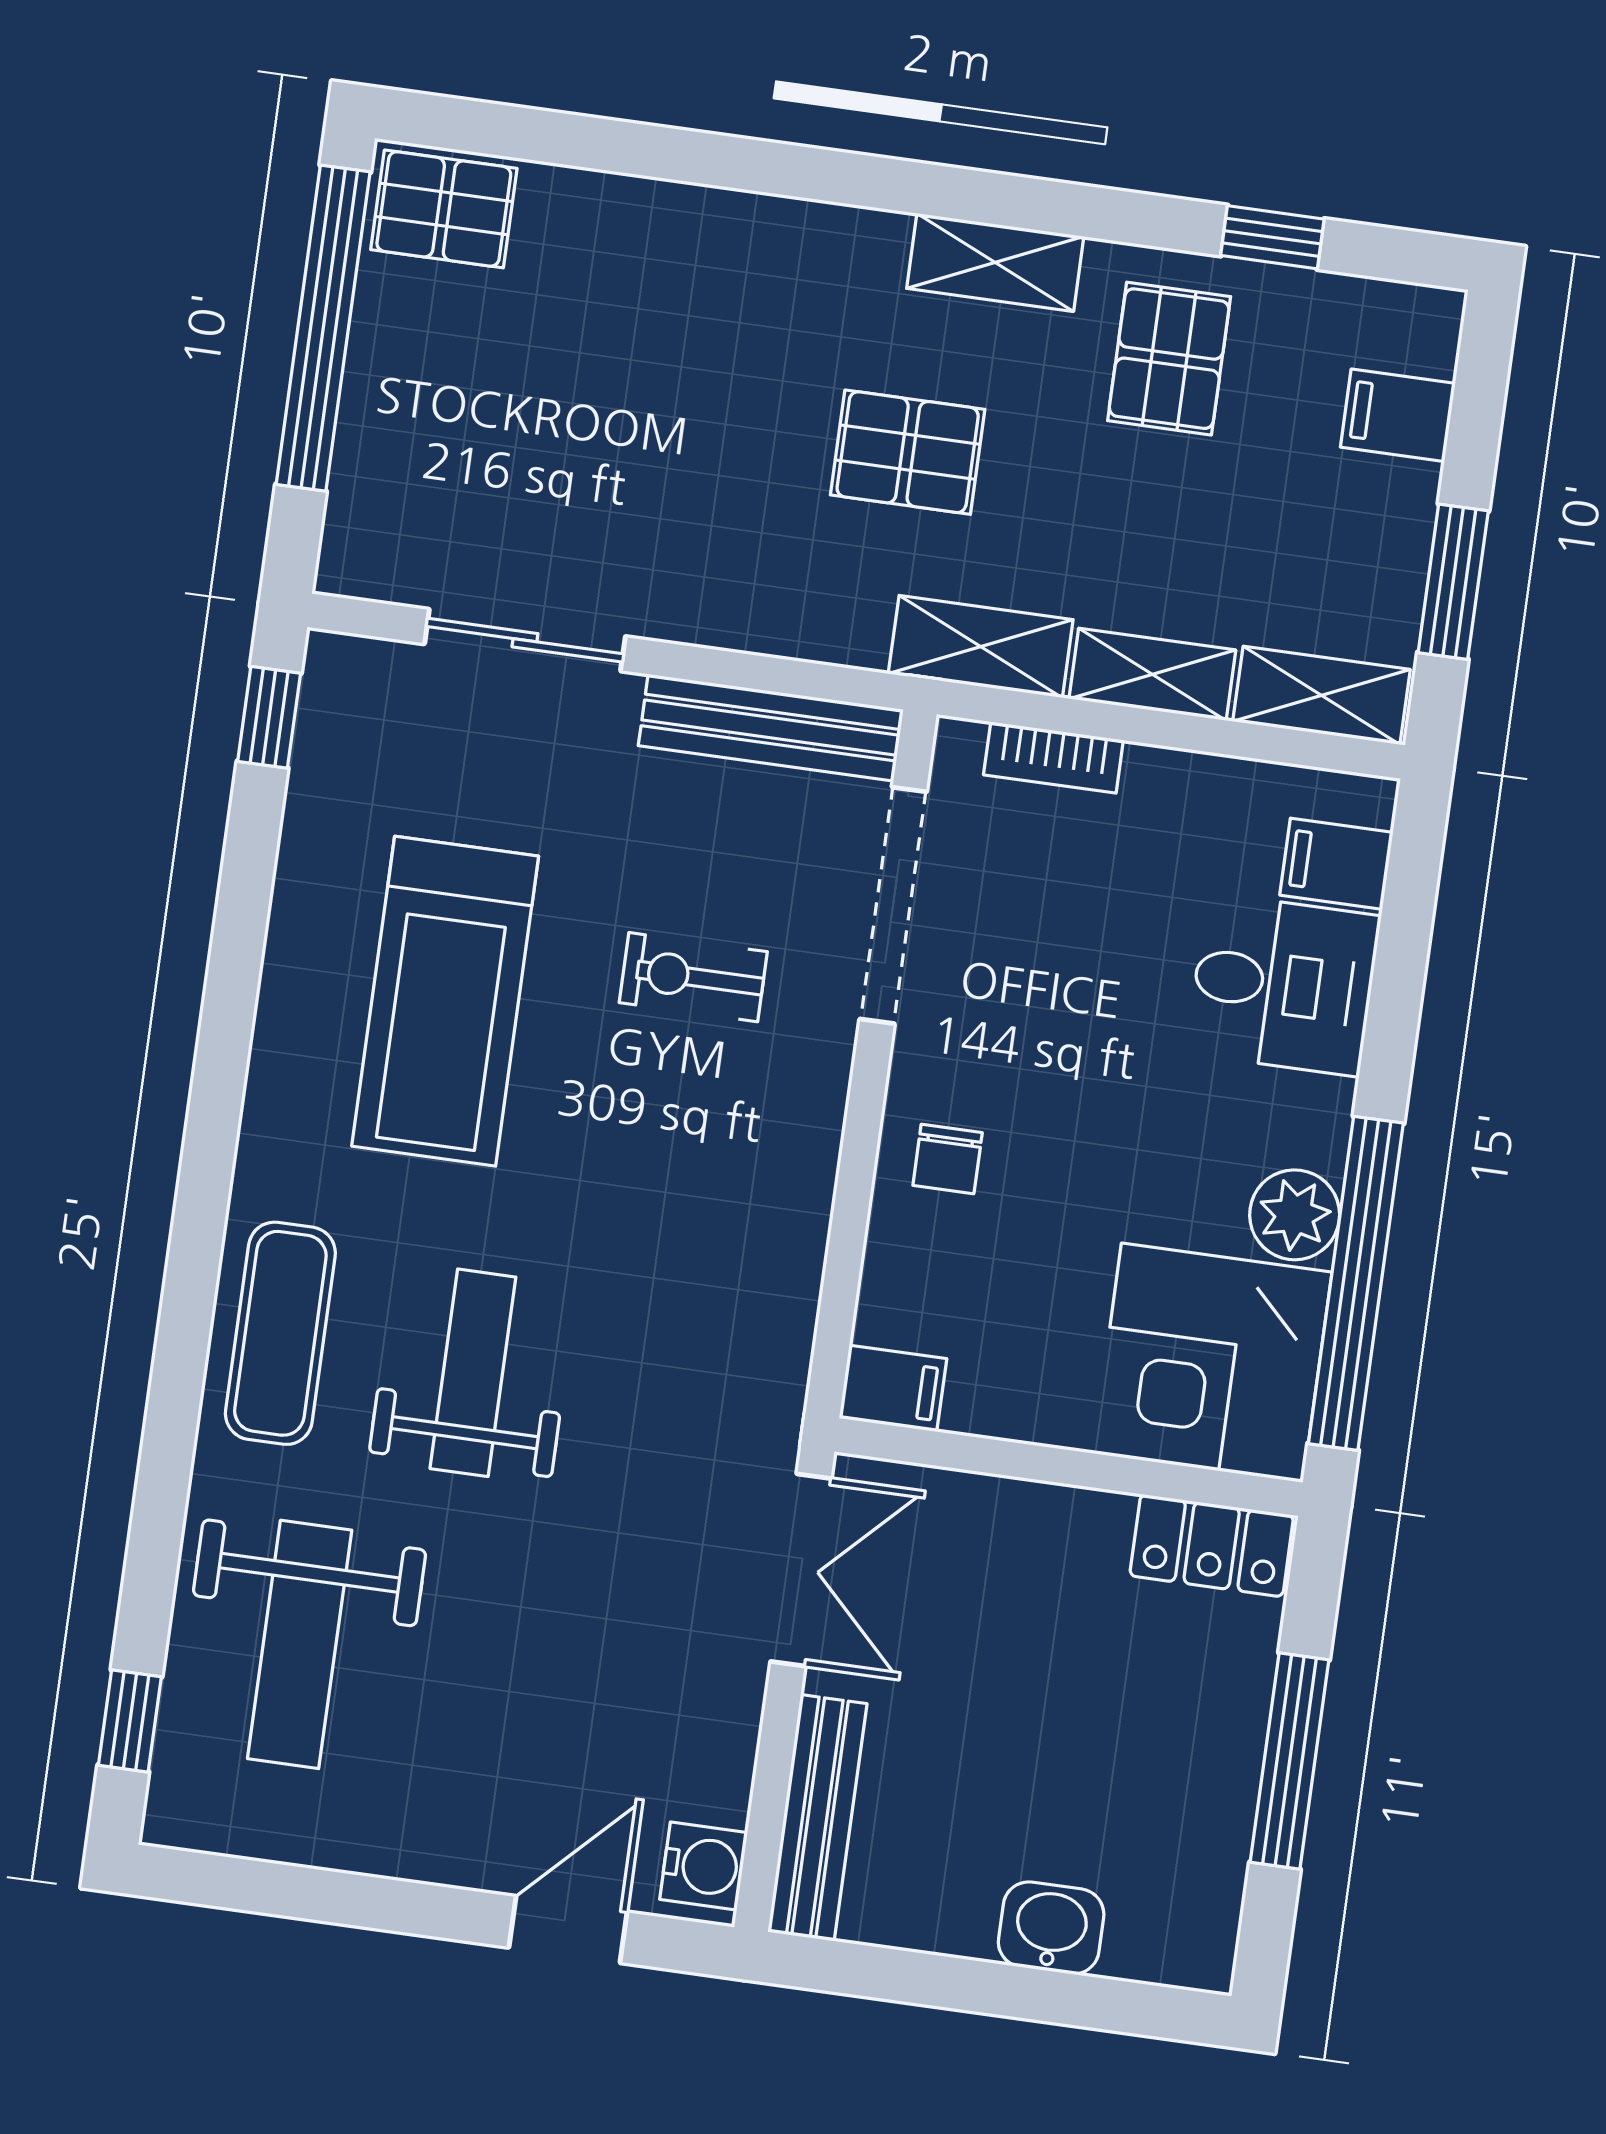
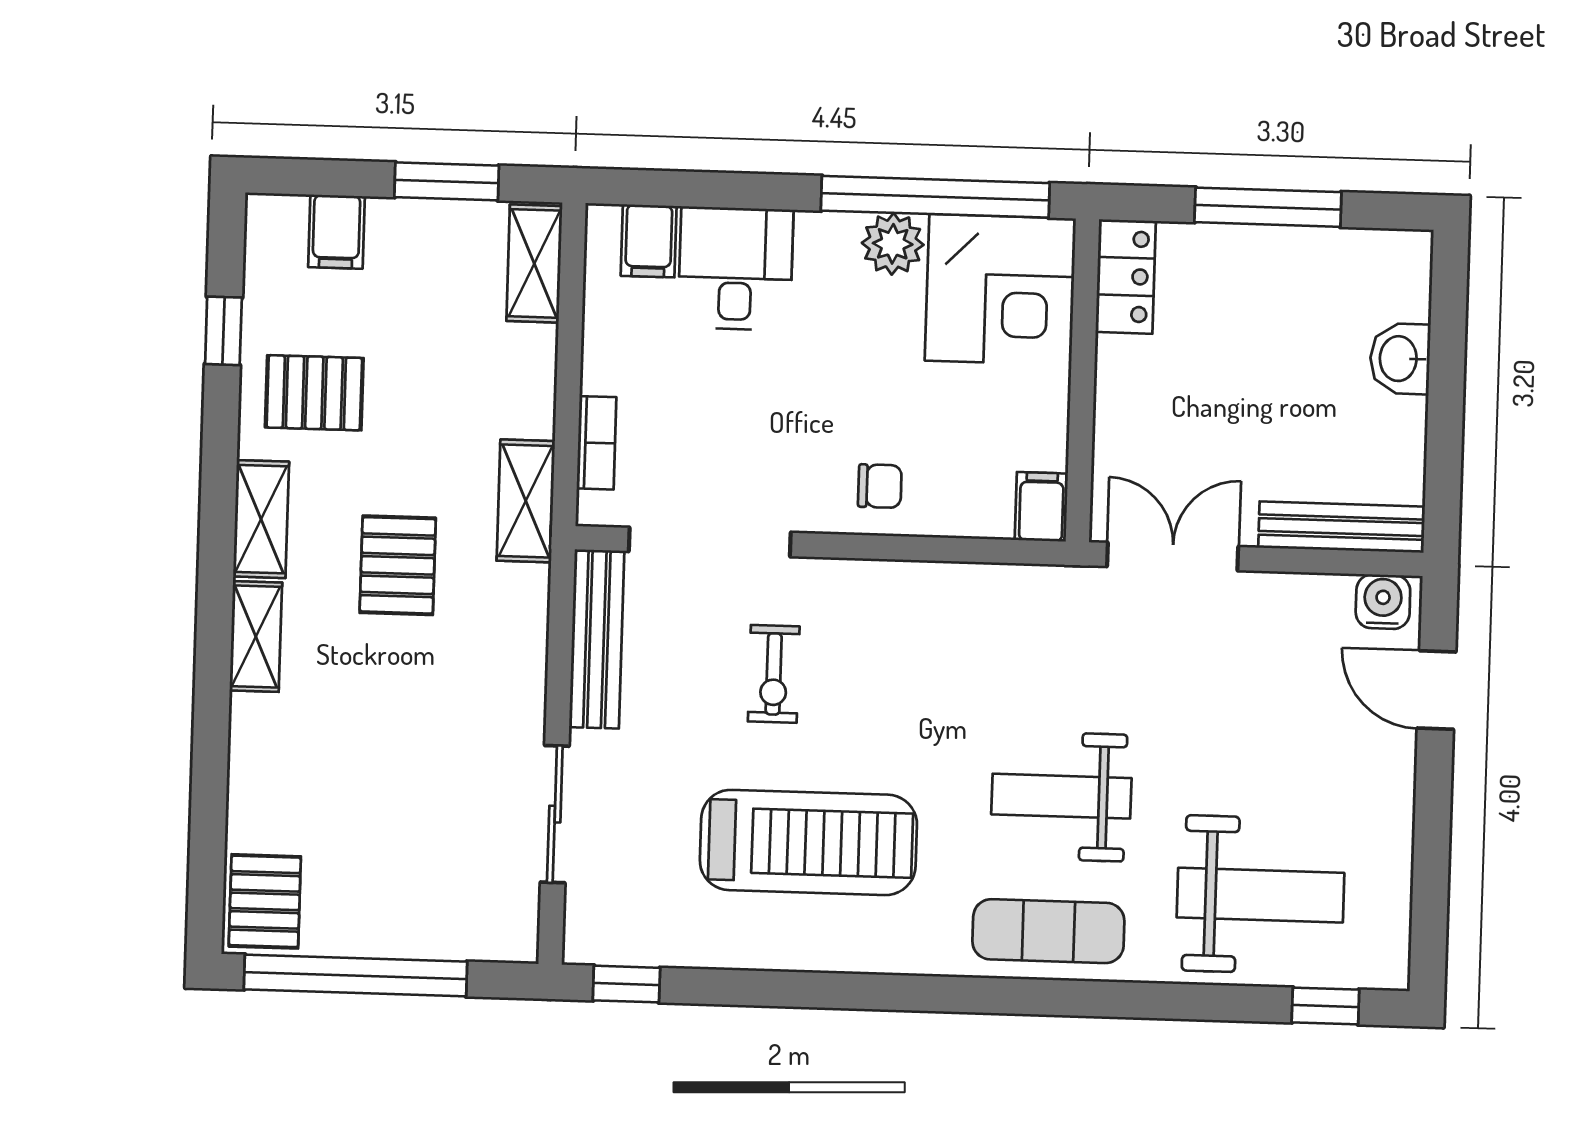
shelving: (1152, 674) -> (256, 637), moved

